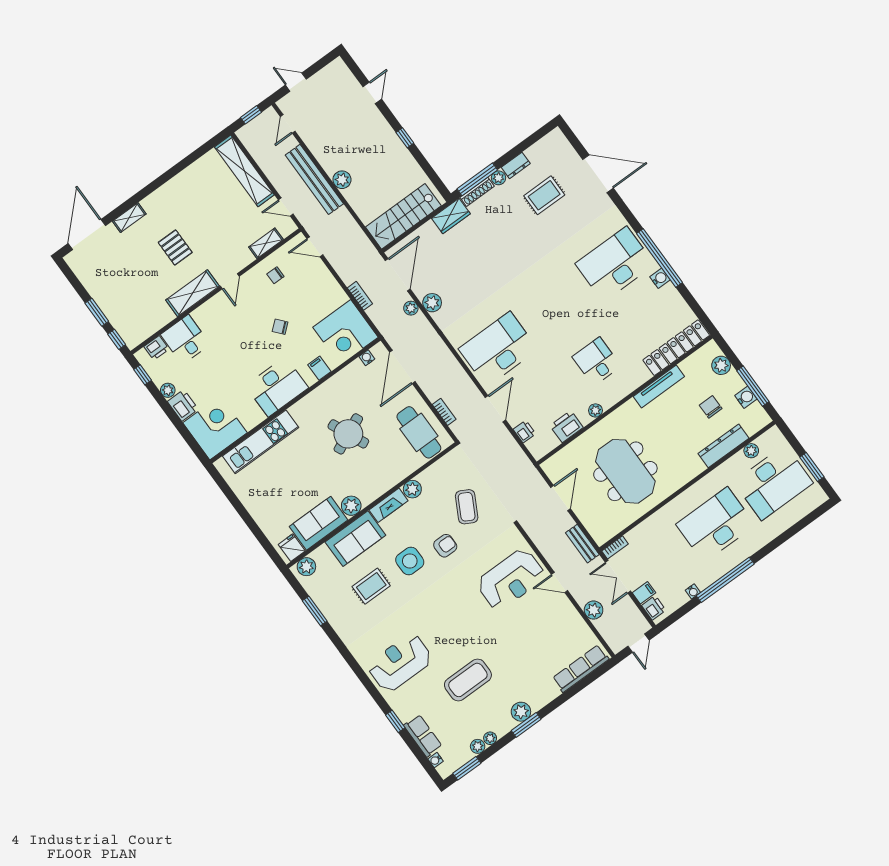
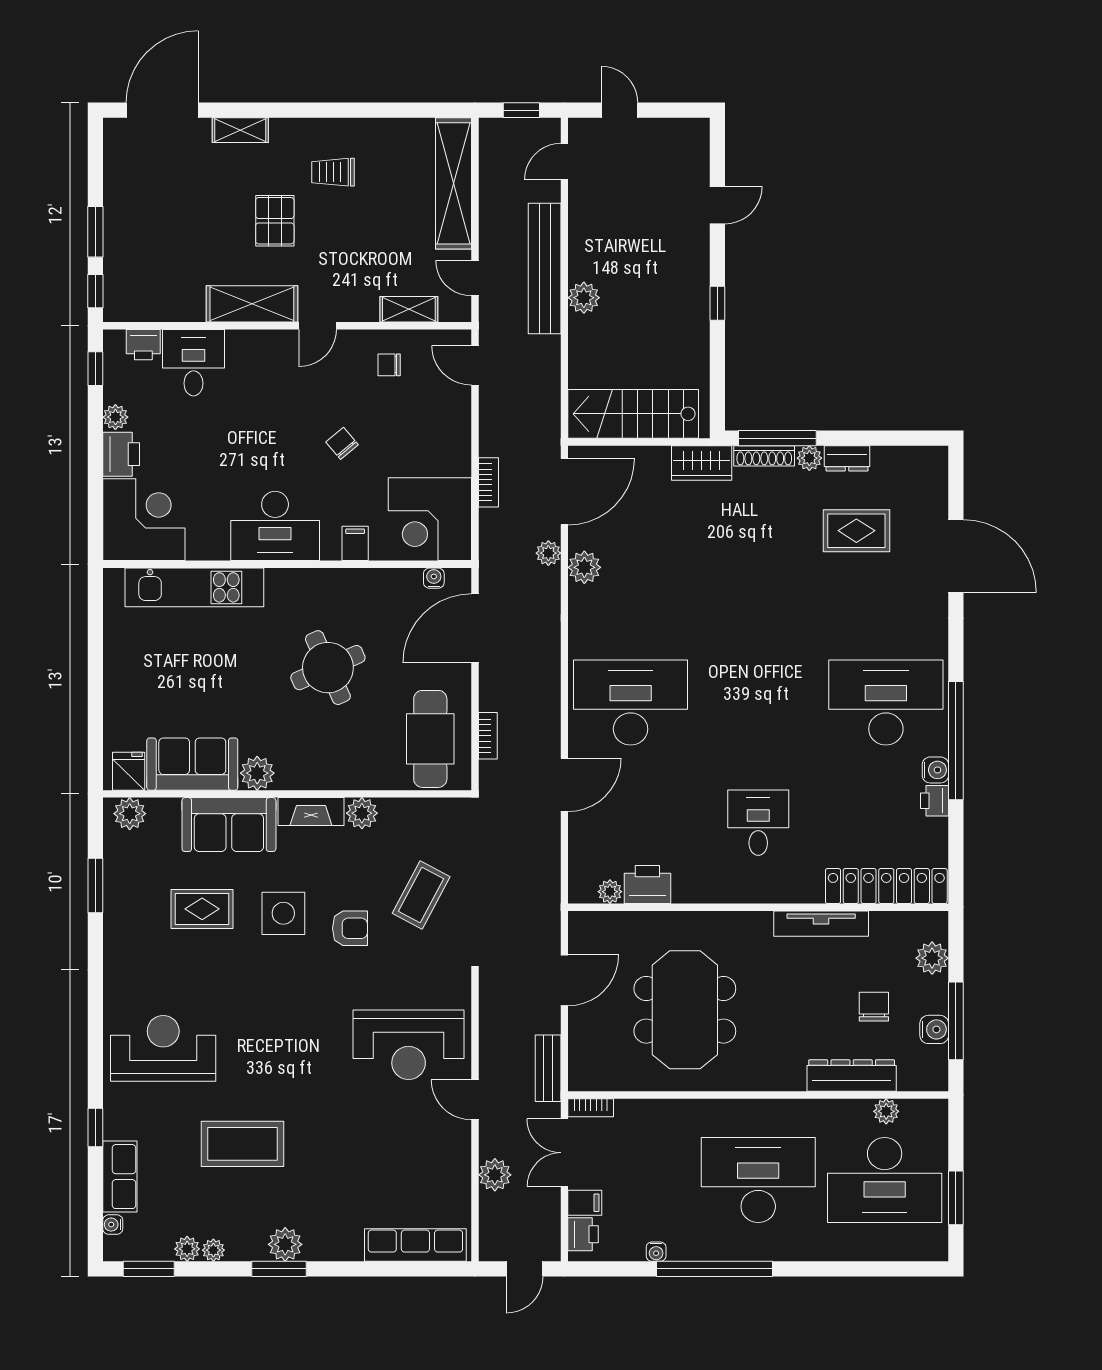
trolley: (186, 206) -> (333, 172), added
plant: (595, 410) -> (610, 892), moved
printer: (524, 432) -> (934, 801), moved, turned 180

